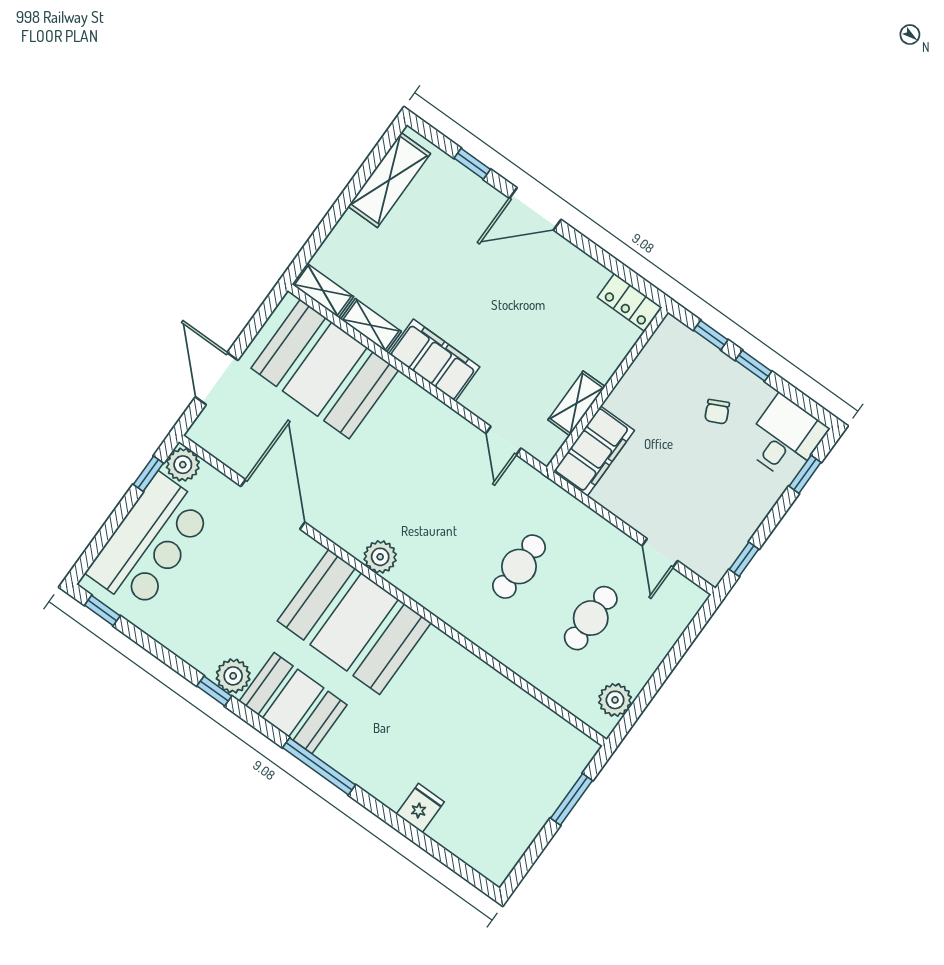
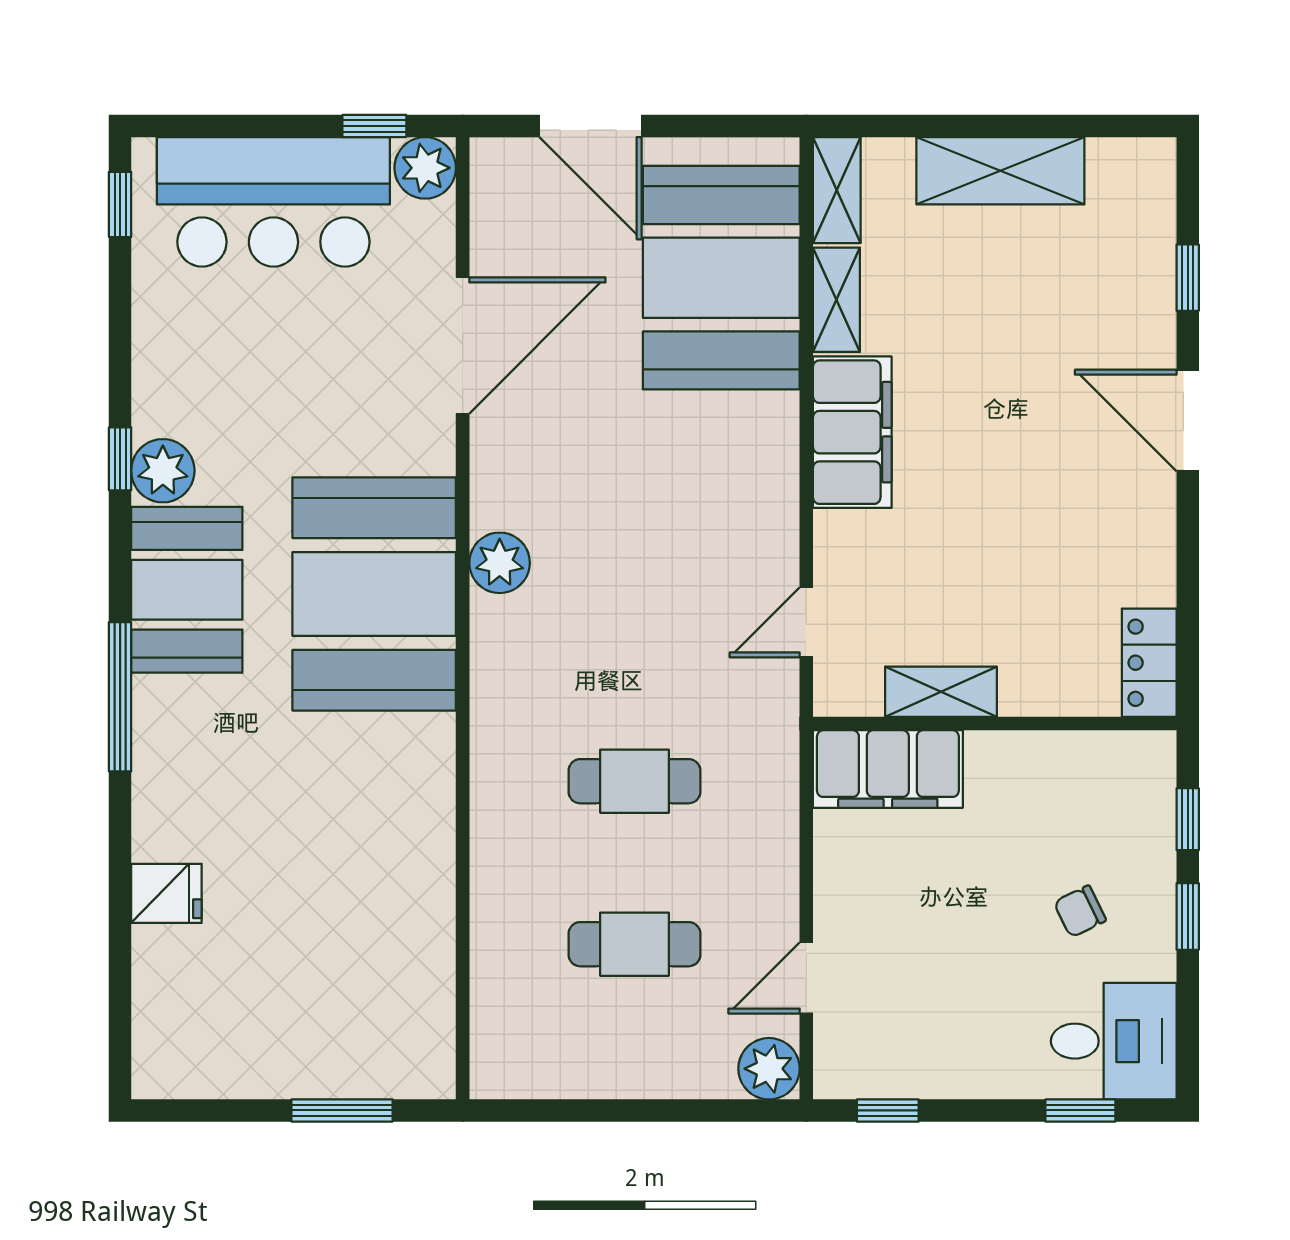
shelving: (389, 180) -> (1000, 171), moved
door: (217, 379) -> (591, 126), swing flipped
plant: (615, 700) -> (769, 1069), moved

